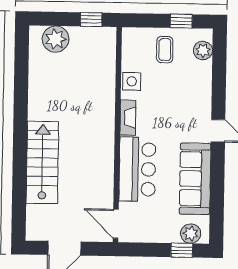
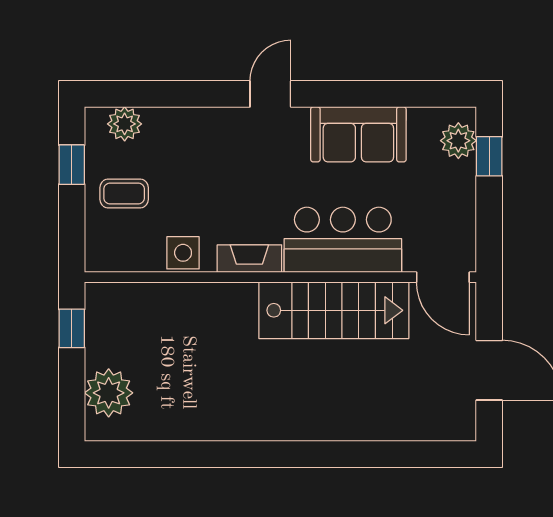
stairs: (42, 162) -> (334, 310), moved, turned 180
sofa: (195, 179) -> (358, 134), width x0.73
door: (116, 224) -> (443, 277), hinge flipped

